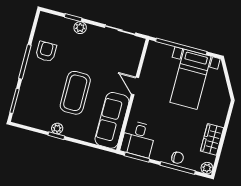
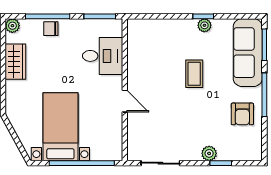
coffee table: (75, 93) -> (194, 74), width x0.54, depth x0.58
sofa: (112, 120) -> (248, 53), moved, turned 180
desk: (138, 139) -> (103, 56), moved, turned 90

